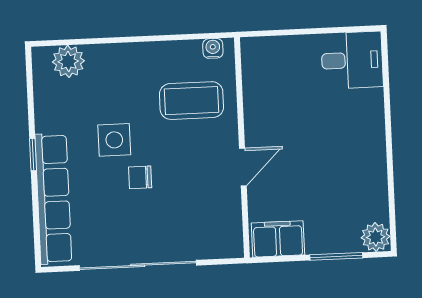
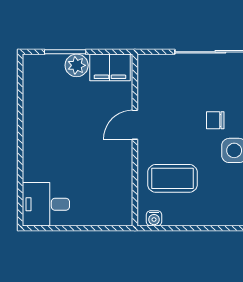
chair: (140, 177) -> (215, 120), turned 180
plant: (376, 237) -> (77, 65), moved

